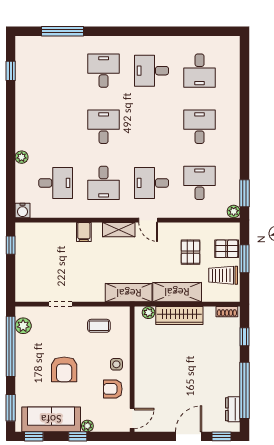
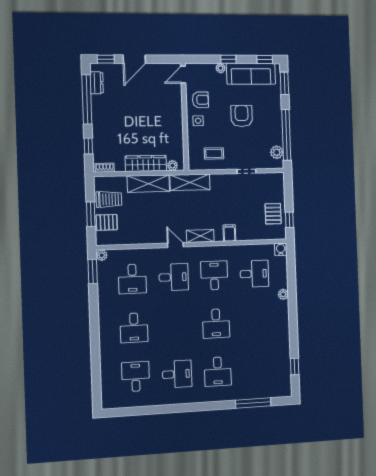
desk: (56, 183) -> (254, 274), turned 180
pallet: (190, 252) -> (273, 214), moved

